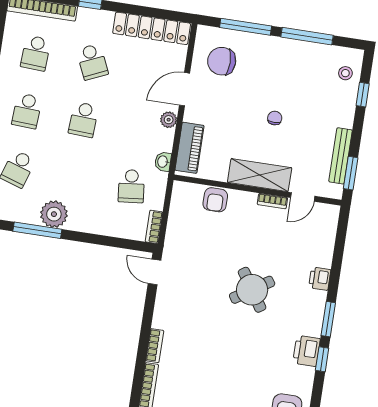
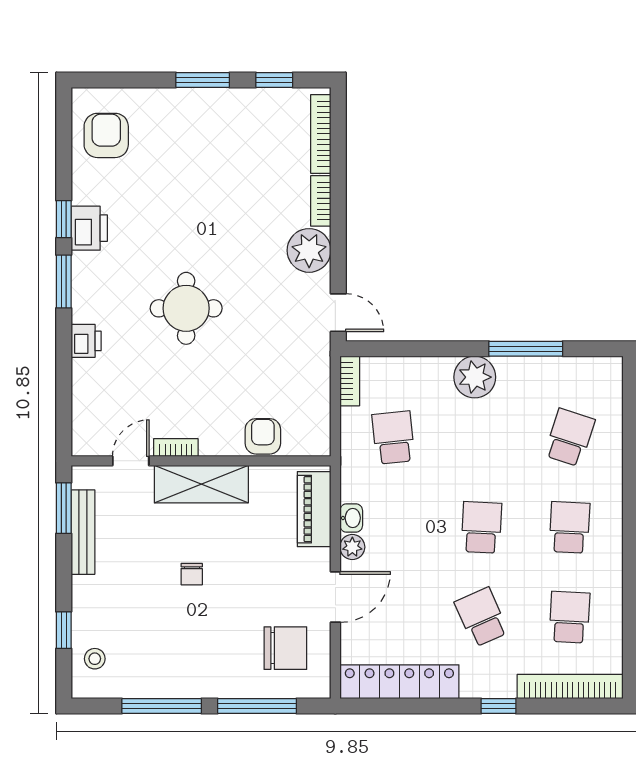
washbasin: (163, 162) -> (351, 518), moved
plant: (54, 214) -> (475, 377), moved
round table: (252, 290) -> (186, 308), turned 33
plant: (167, 315) -> (309, 250), added

